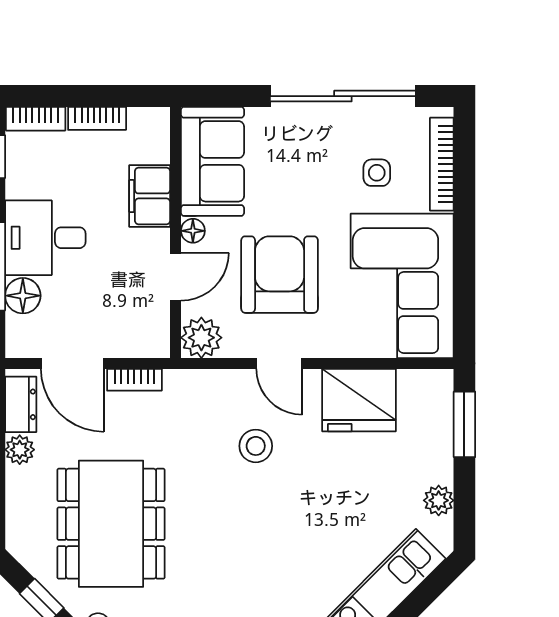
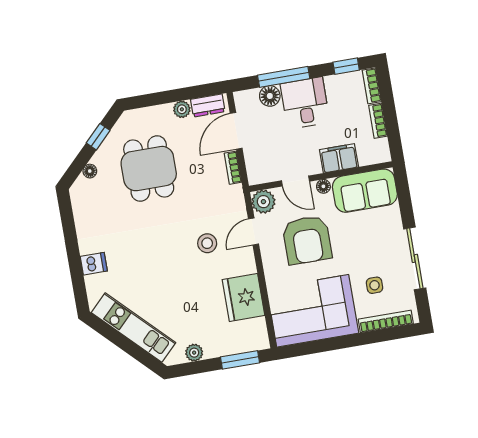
sliding door: (343, 96) -> (415, 258), width x0.73
armchair: (280, 275) -> (307, 240), turned 90
door: (279, 363) -> (254, 231), moved
dining table: (111, 524) -> (149, 169), width x0.73

